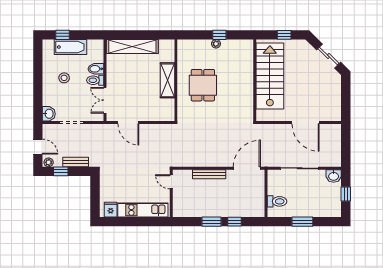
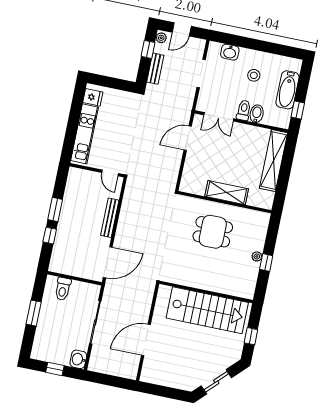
window: (62, 35) -> (298, 110), moved
double door: (105, 100) -> (219, 117), swing flipped
washbasin: (49, 114) -> (230, 52), moved
door: (247, 168) -> (108, 262), hinge flipped
door: (171, 182) -> (110, 173), swing flipped

